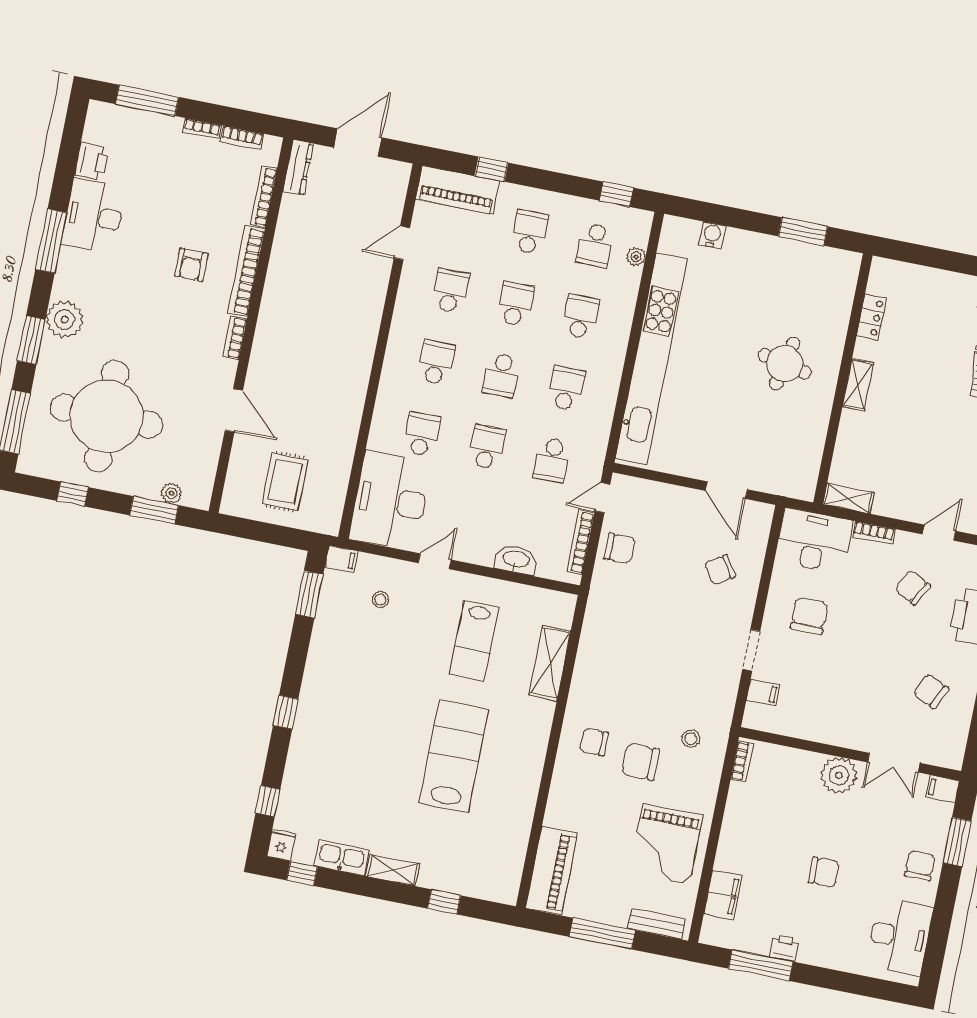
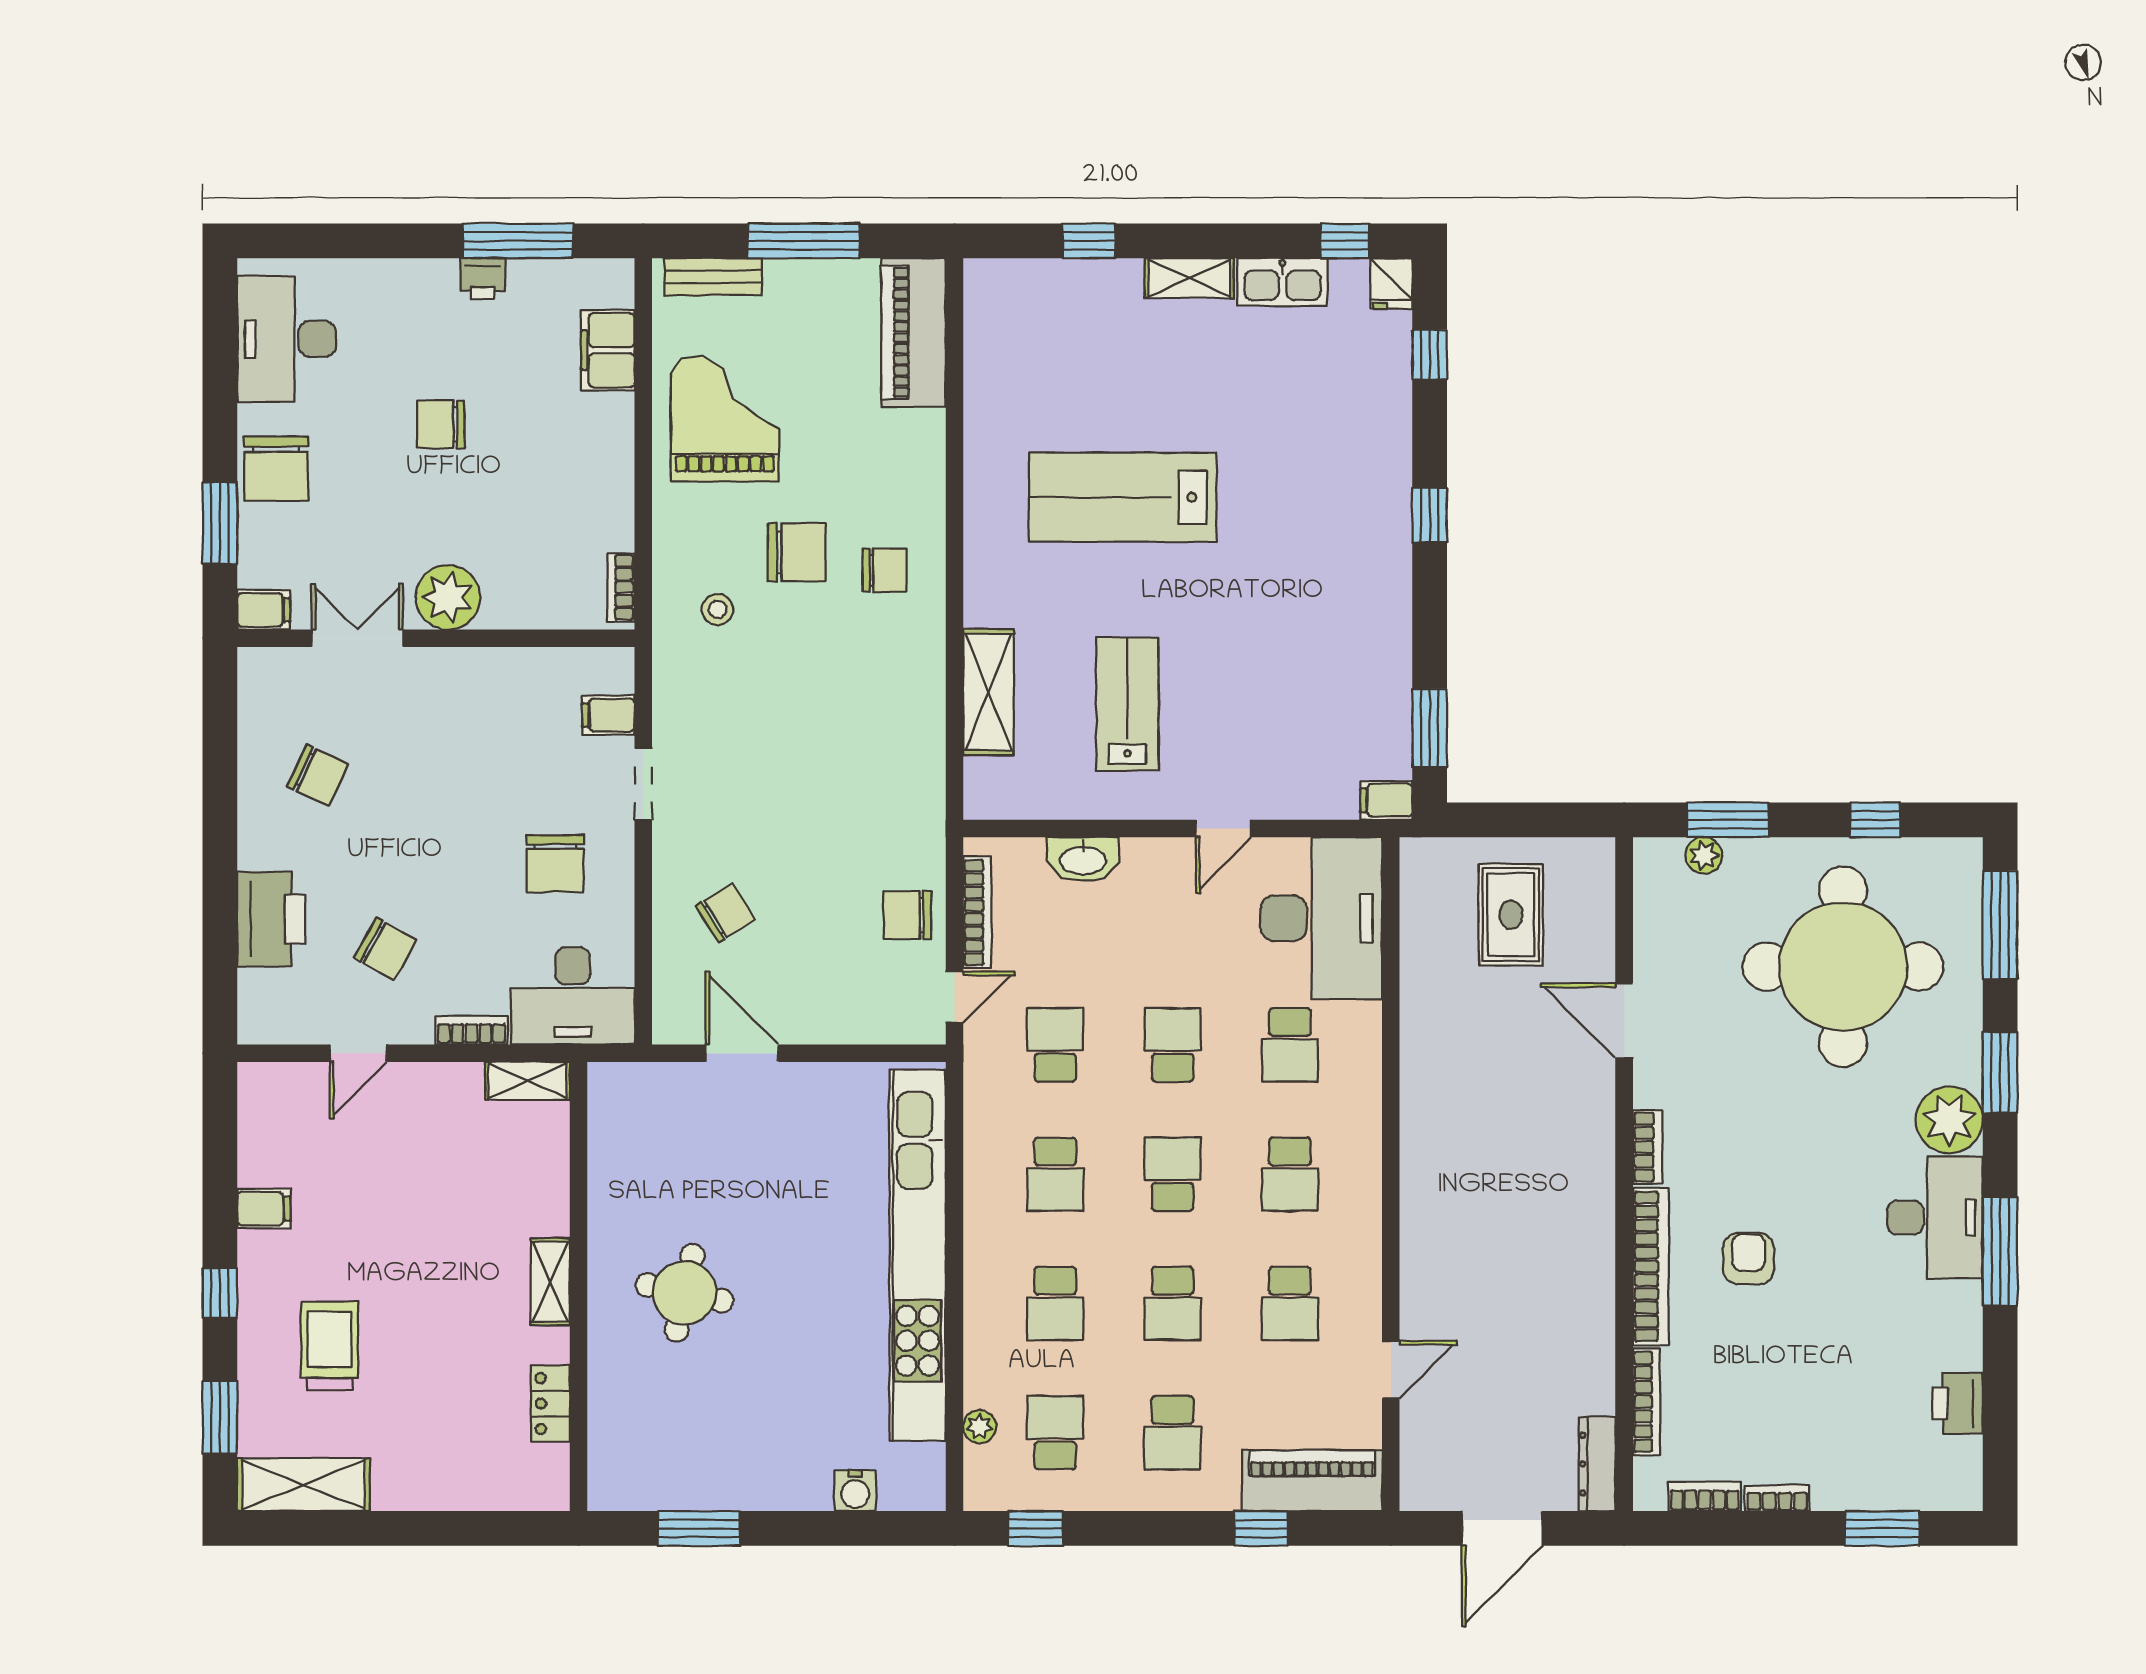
window: (147, 100) -> (1882, 1528), width x0.69
desk: (93, 216) -> (1935, 1218), moved
school desk: (487, 447) -> (1173, 1045), turned 180
stool: (380, 599) -> (1304, 743), removed
lab bench: (454, 756) -> (1123, 497), turned 90
chair: (920, 866) -> (276, 469), width x1.37, depth x1.37

